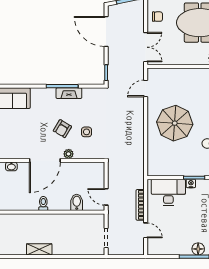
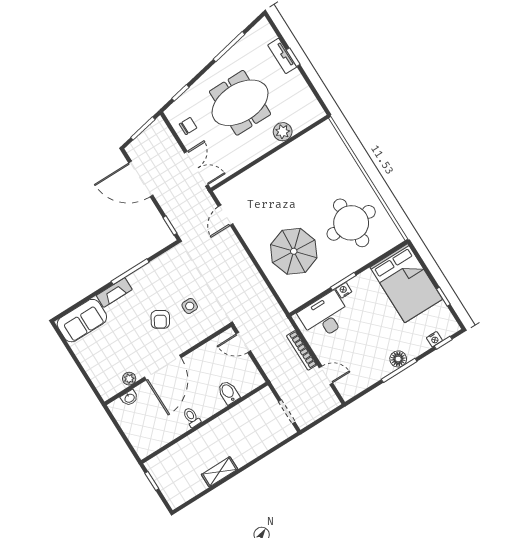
fireplace: (69, 93) -> (114, 293), moved
parasol: (175, 123) -> (294, 251), moved
plant: (69, 154) -> (129, 379), moved
door: (106, 197) -> (243, 342), moved

